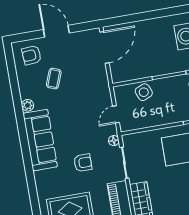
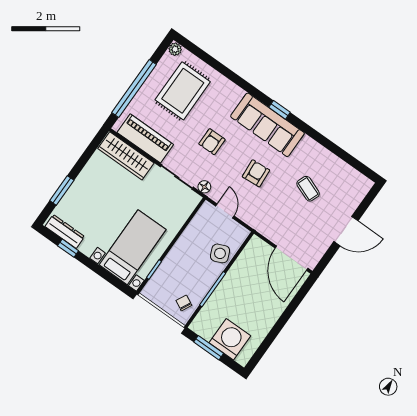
armchair: (32, 55) -> (256, 173), moved
plant: (28, 105) -> (308, 144), removed
window: (24, 142) -> (280, 110), added

